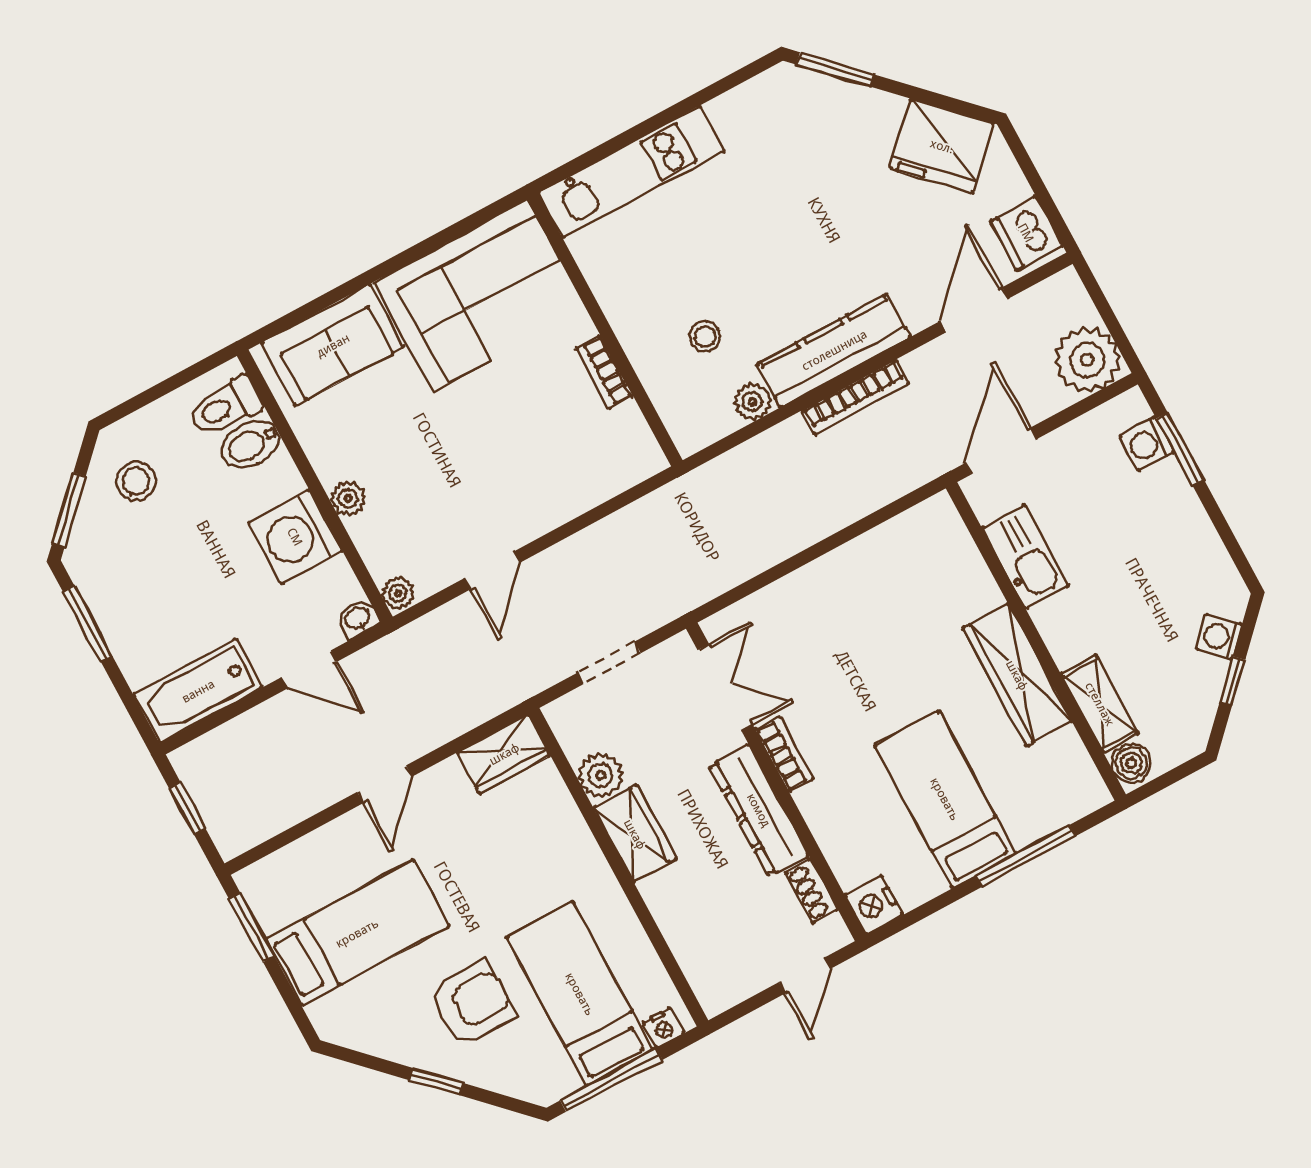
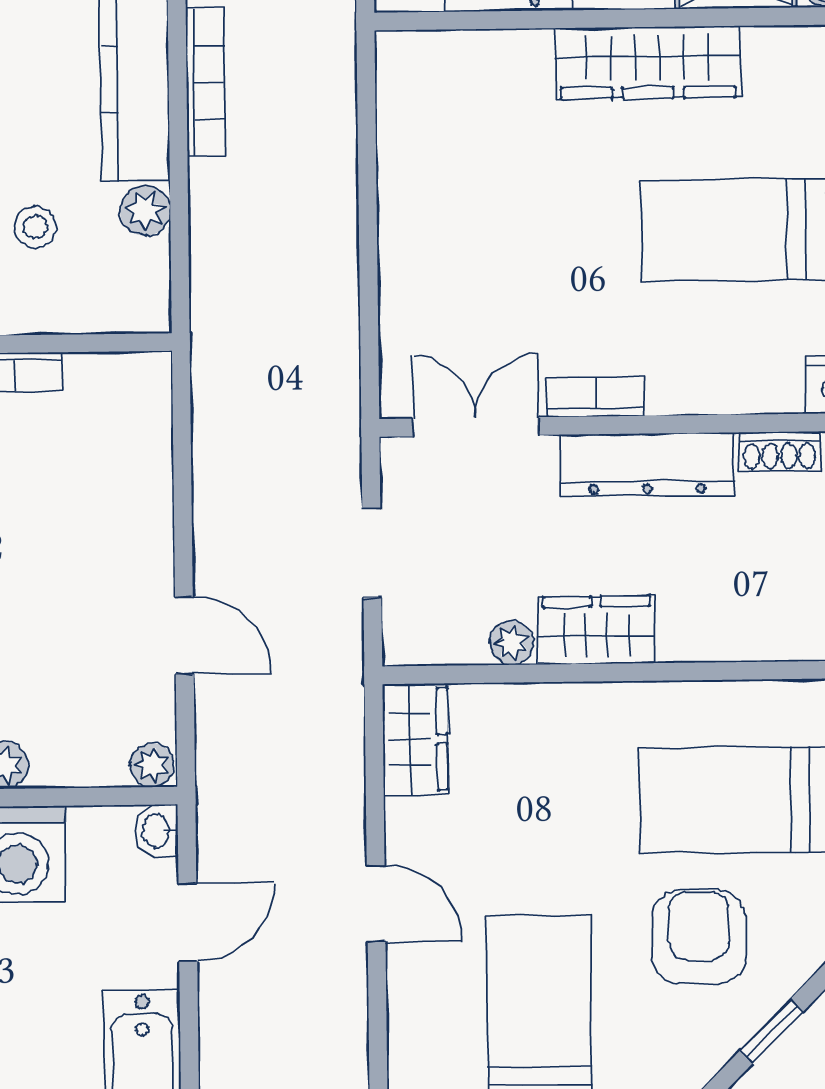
plant: (601, 775) -> (512, 643), width x0.73, depth x0.73

